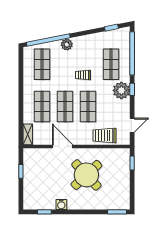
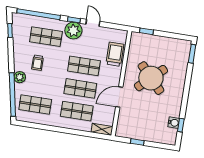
trolley: (83, 75) -> (37, 63), moved
door: (132, 125) -> (93, 23), moved
trolley: (104, 135) -> (115, 54), turned 180
water cooler: (61, 204) -> (174, 123), moved

